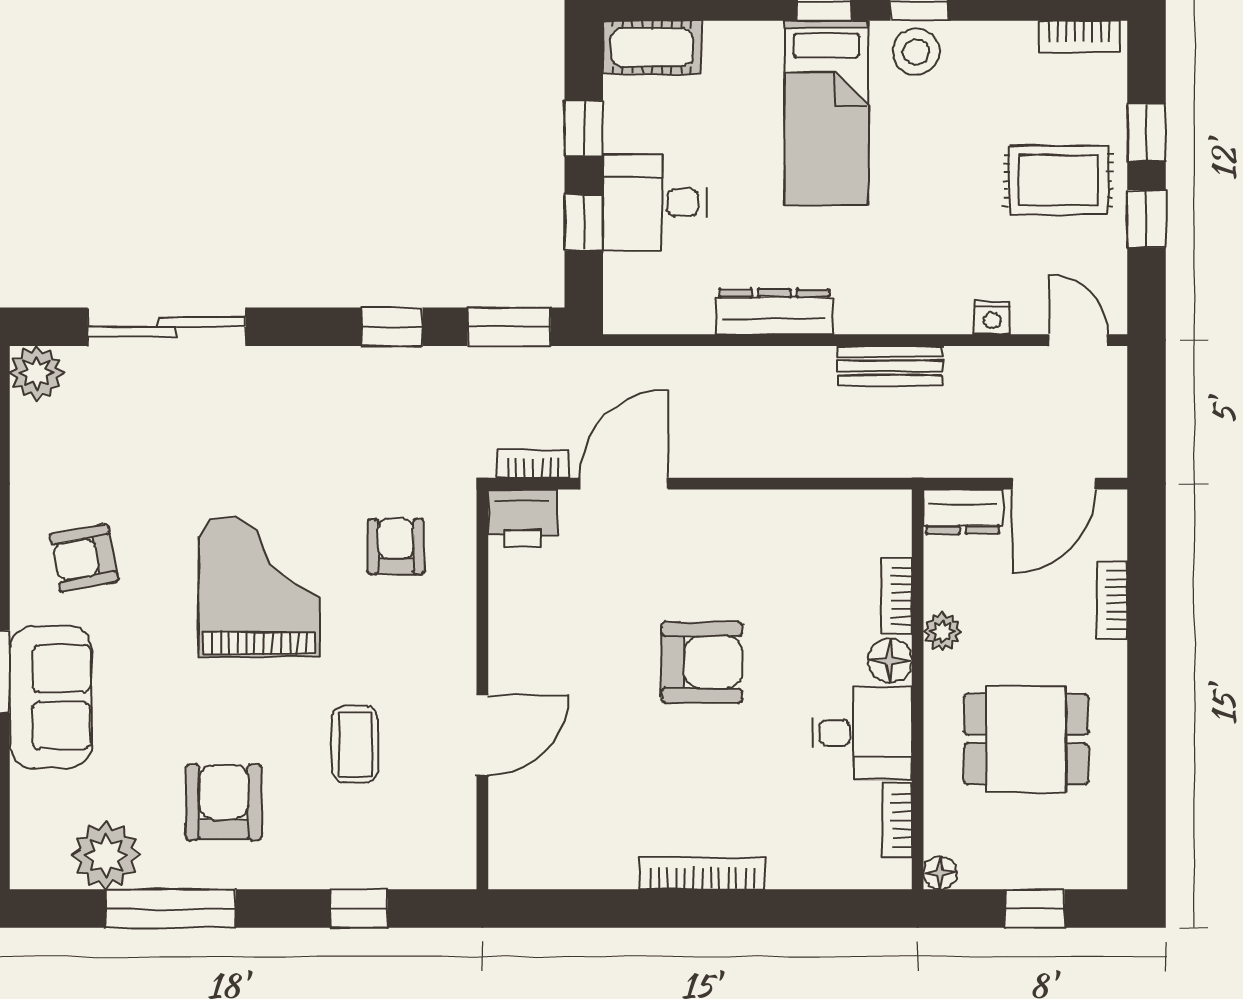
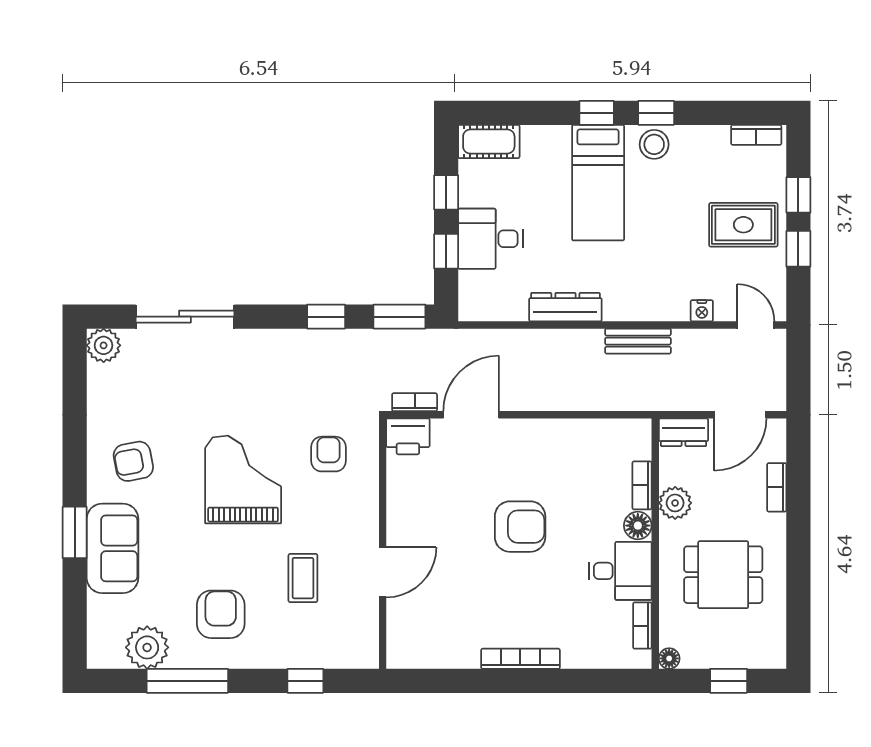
plant: (942, 632) -> (675, 503), width x1.38, depth x1.38

